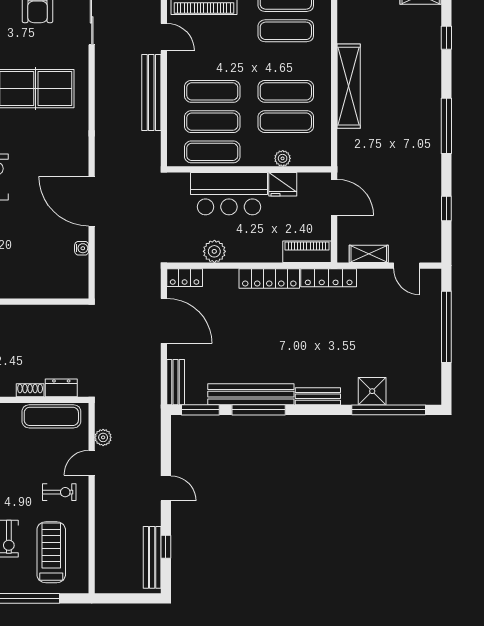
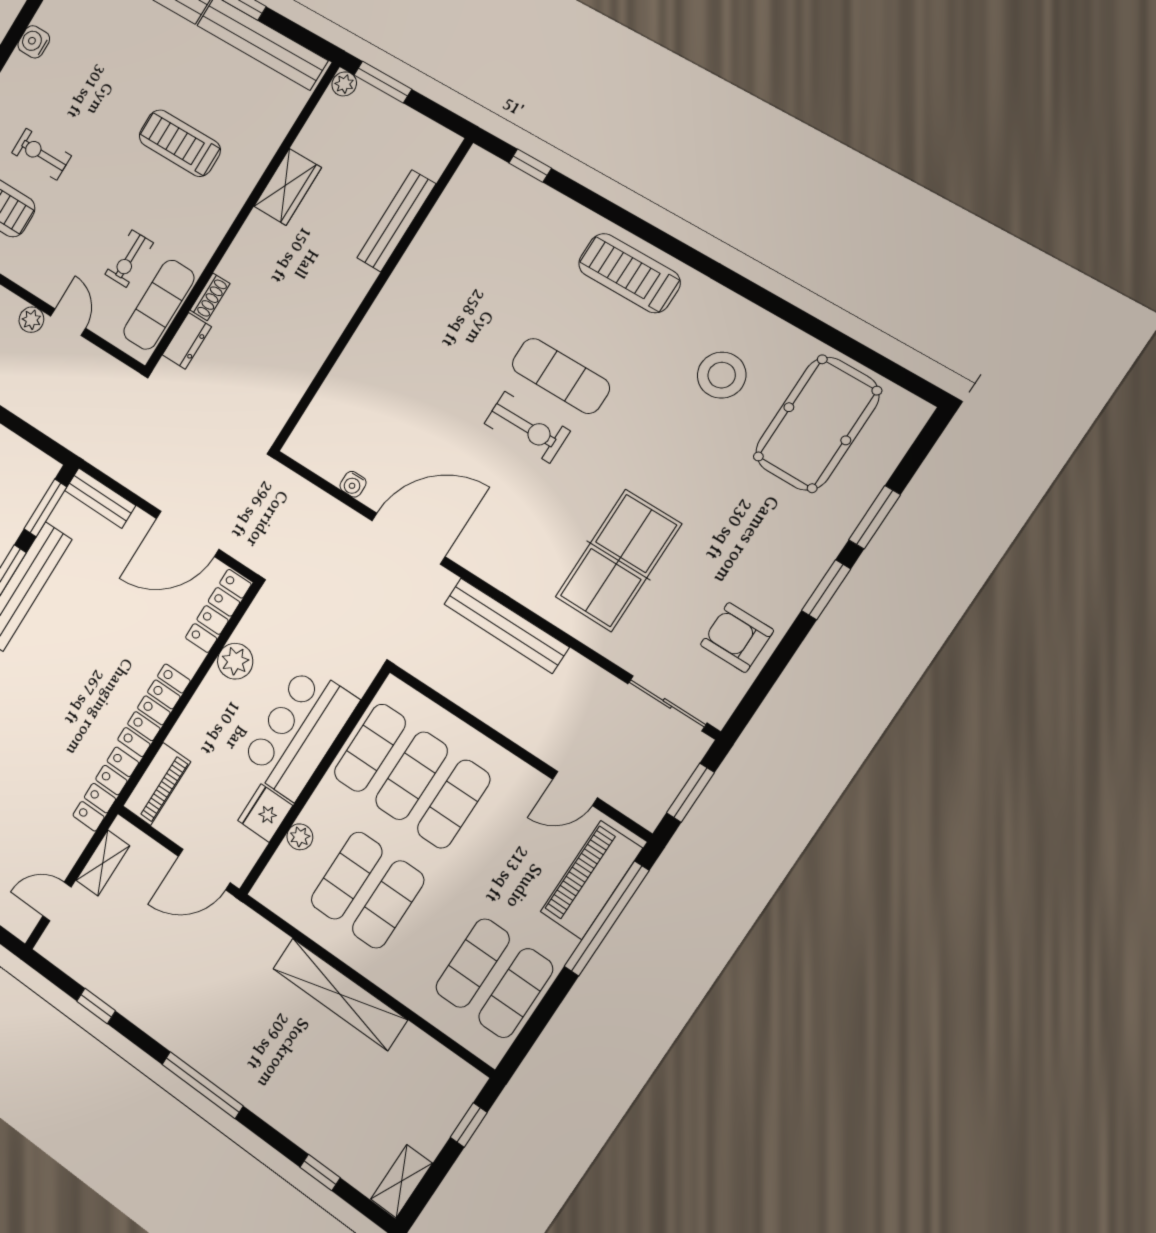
bench: (151, 92) -> (506, 626), moved
locker: (185, 278) -> (218, 611), width x1.53
plant: (103, 437) -> (31, 320), moved
exercise bike: (59, 492) -> (129, 259), moved

